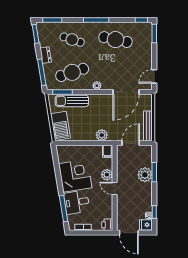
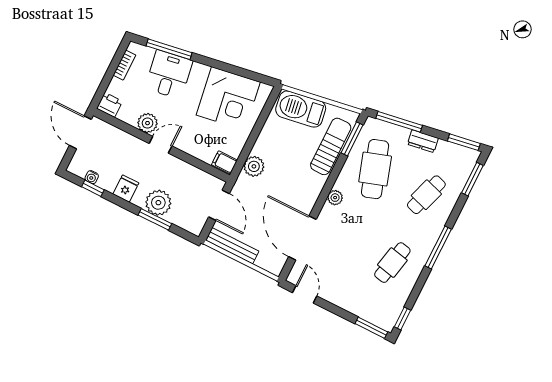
cafe table: (116, 40) -> (392, 263), width x0.73, depth x0.74
plant: (107, 175) -> (147, 123), moved
corner desk: (75, 176) -> (228, 99), moved
fridge: (146, 225) -> (126, 188), moved
door: (129, 233) -> (80, 132), hinge flipped

